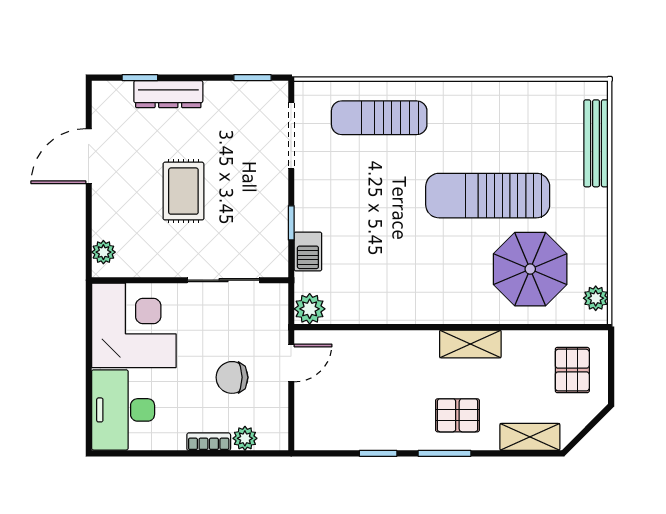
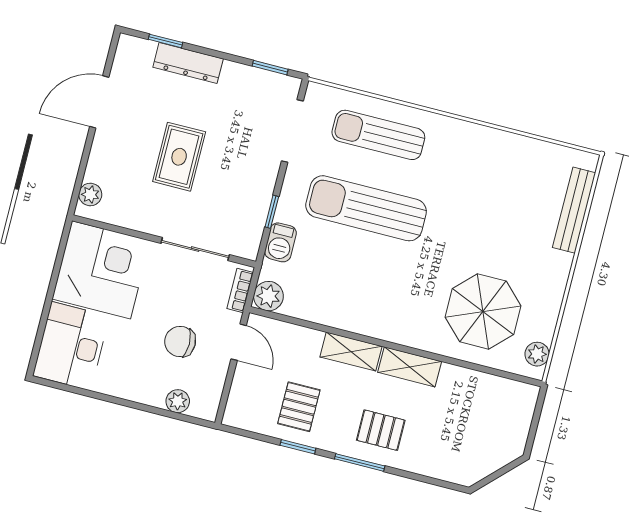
sun lounger: (488, 196) -> (366, 208), moved
door: (291, 363) -> (239, 342), hinge flipped
pallet: (572, 370) -> (299, 407), moved
shelving: (530, 437) -> (351, 352), moved
bookcase: (209, 442) -> (240, 291), moved, turned -90

